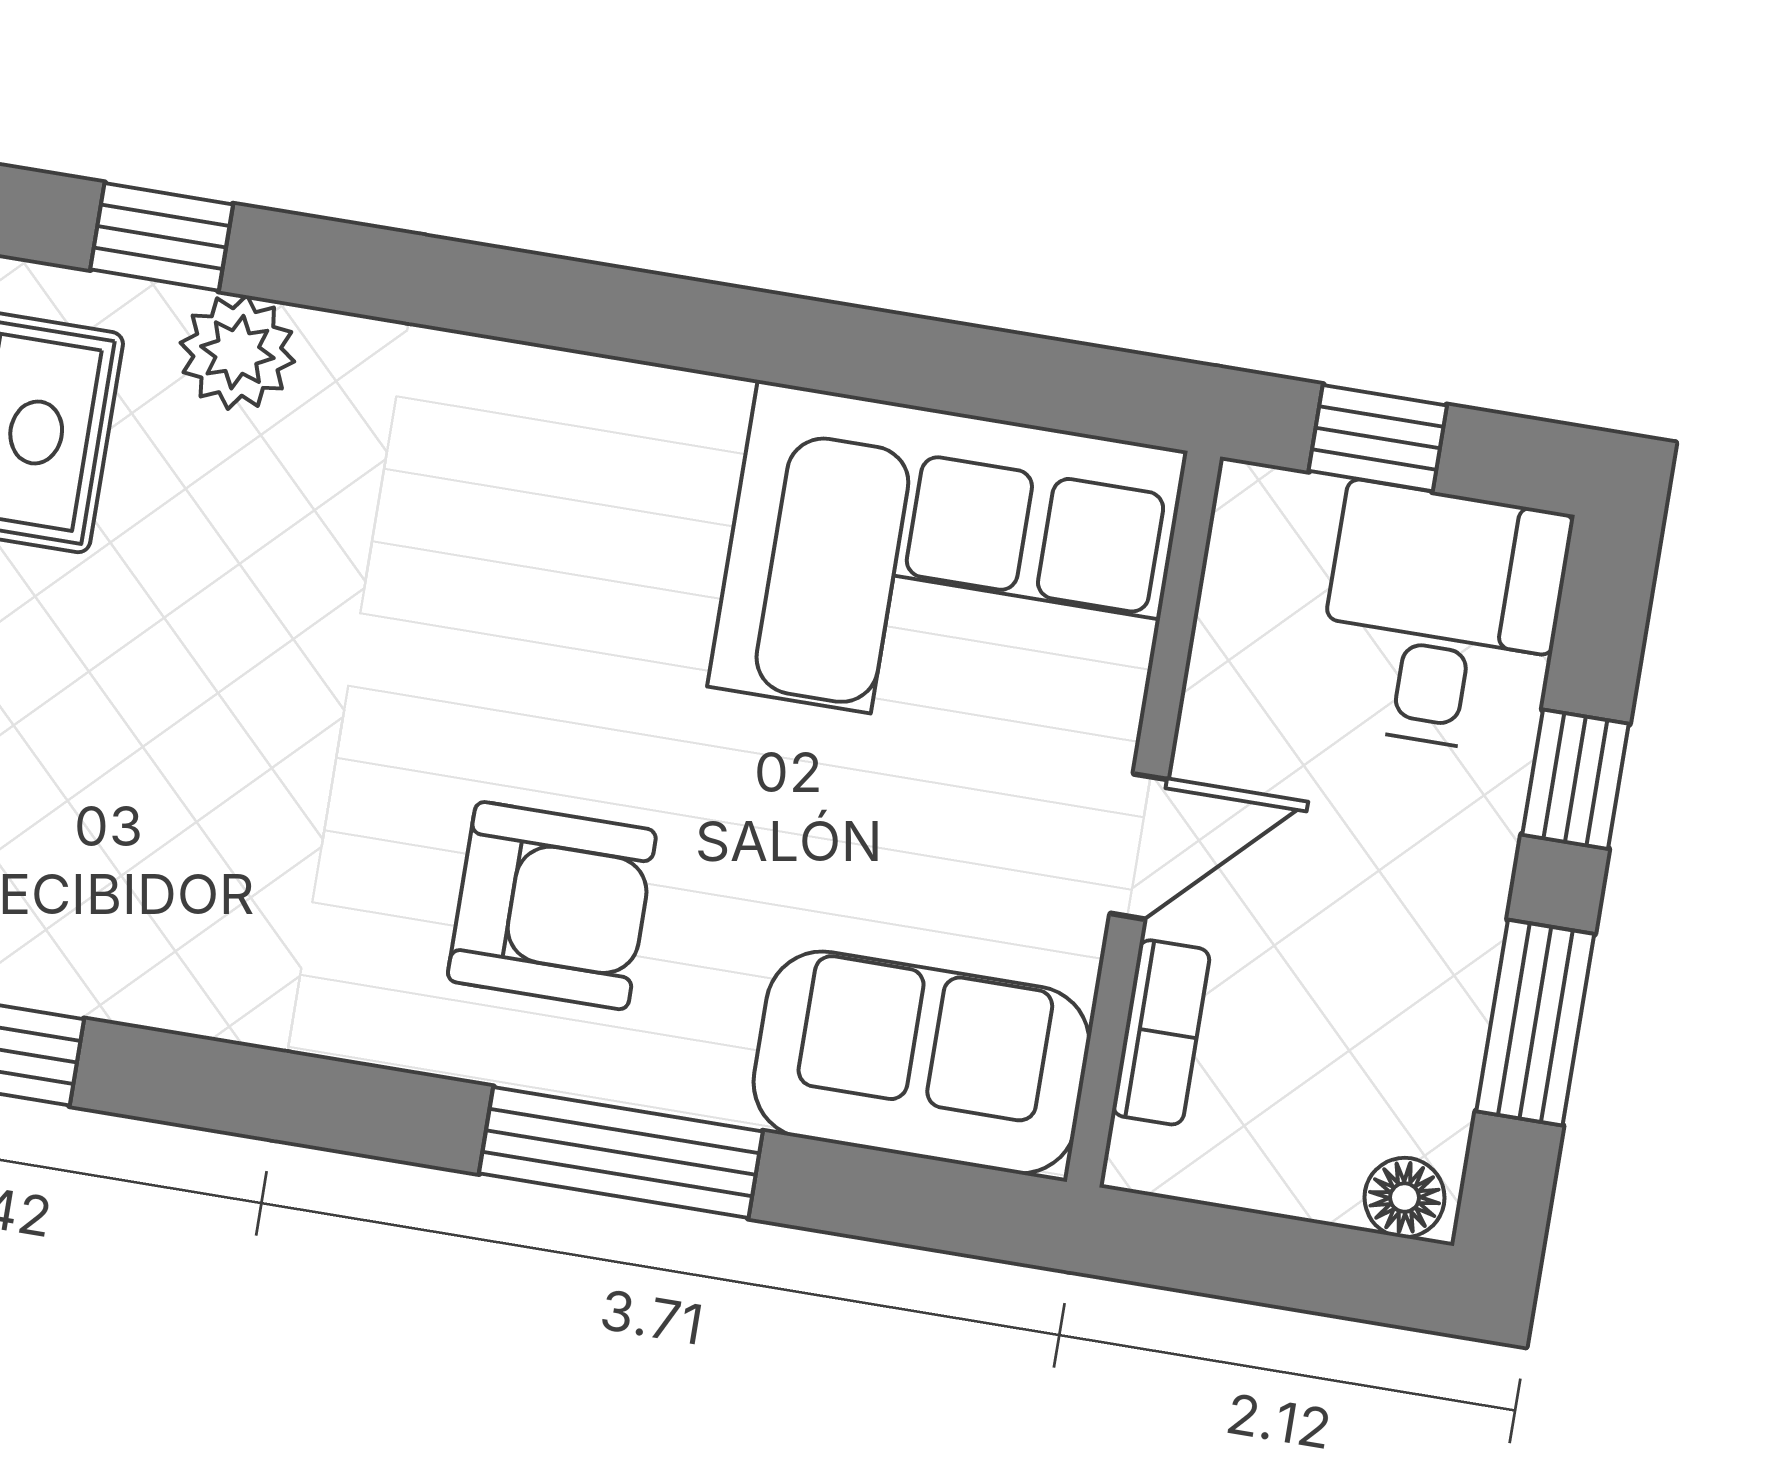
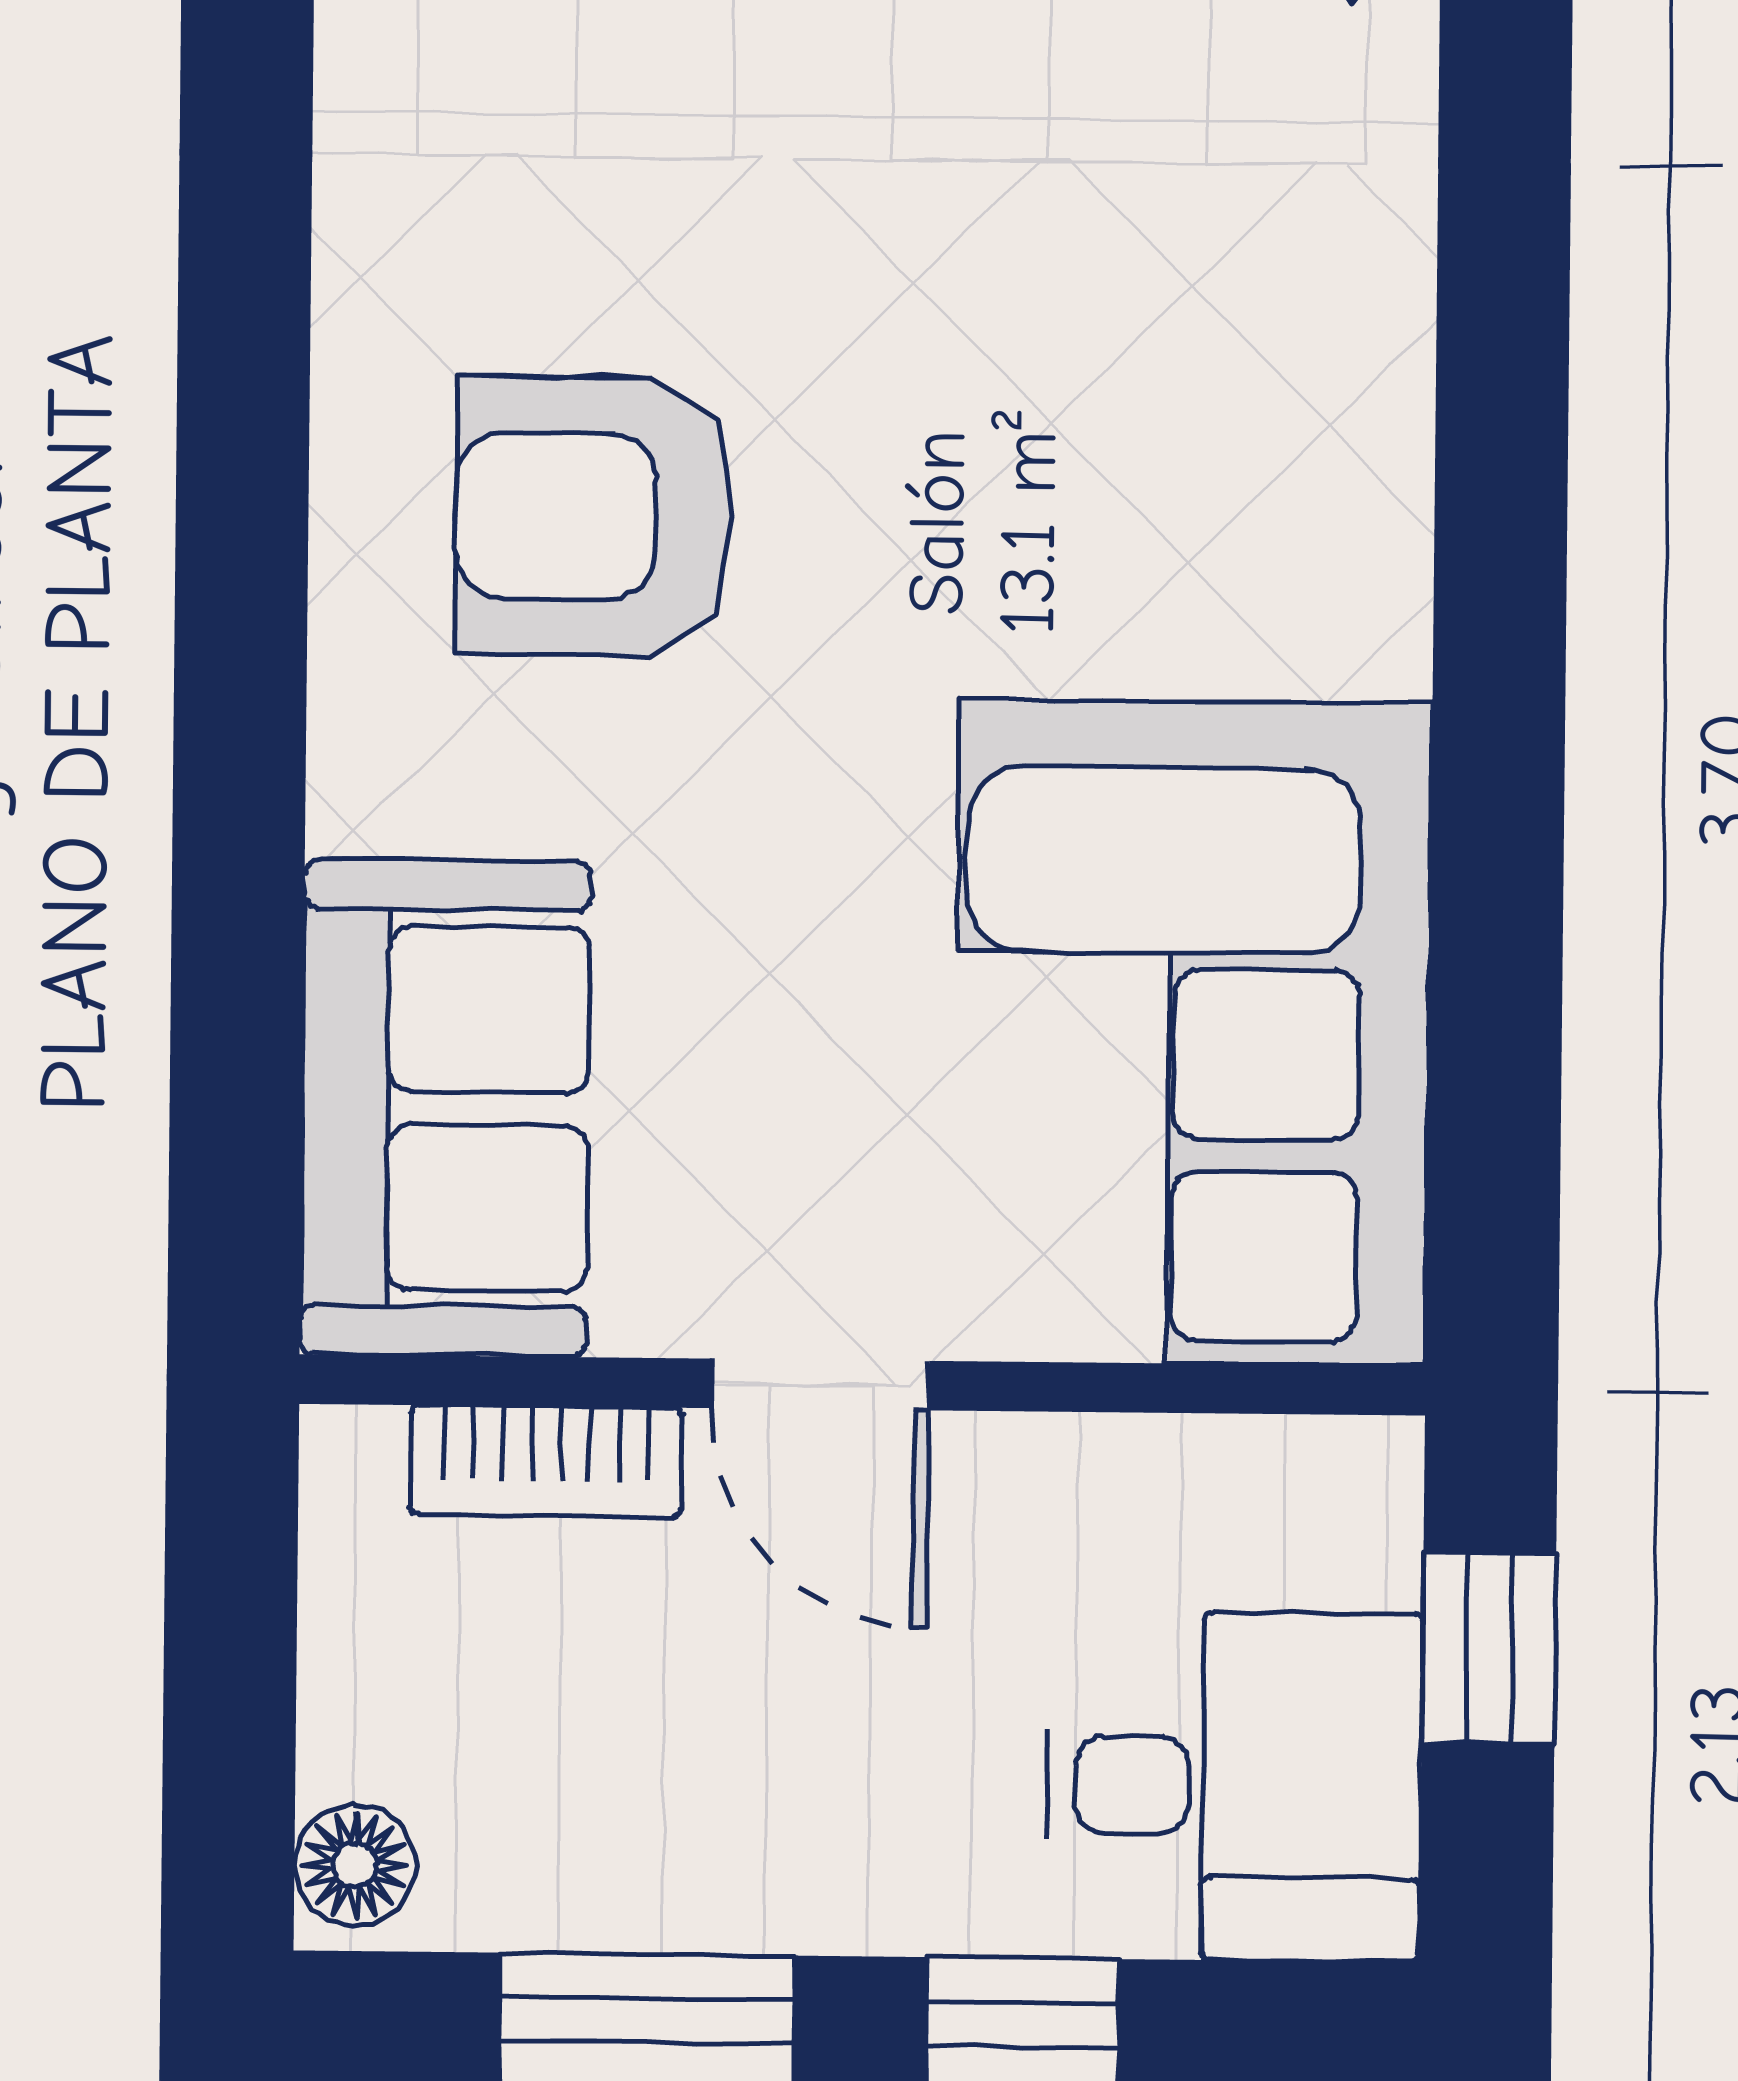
armchair: (552, 906) -> (595, 516), turned 90
window: (621, 1152) -> (240, 677), removed

